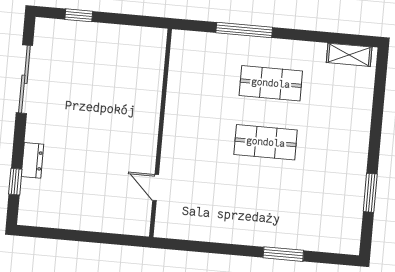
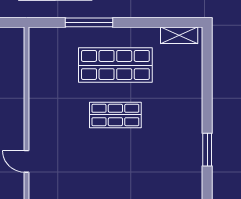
shop shelf: (271, 83) -> (115, 65), width x1.43, depth x1.36

